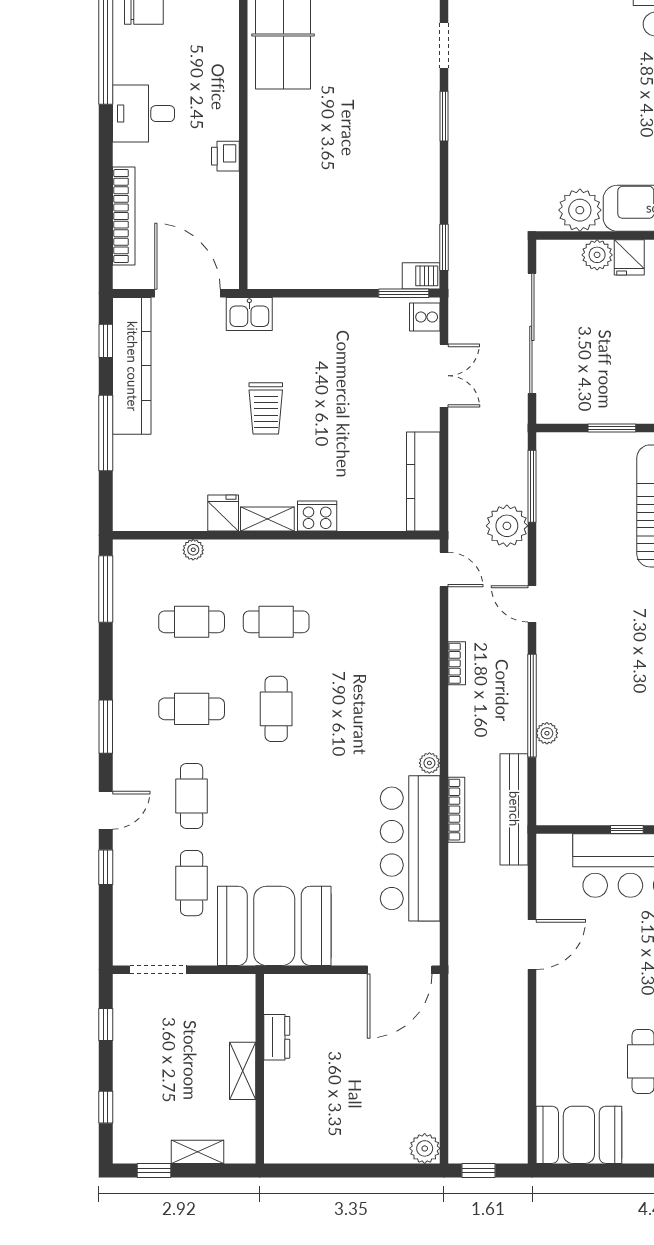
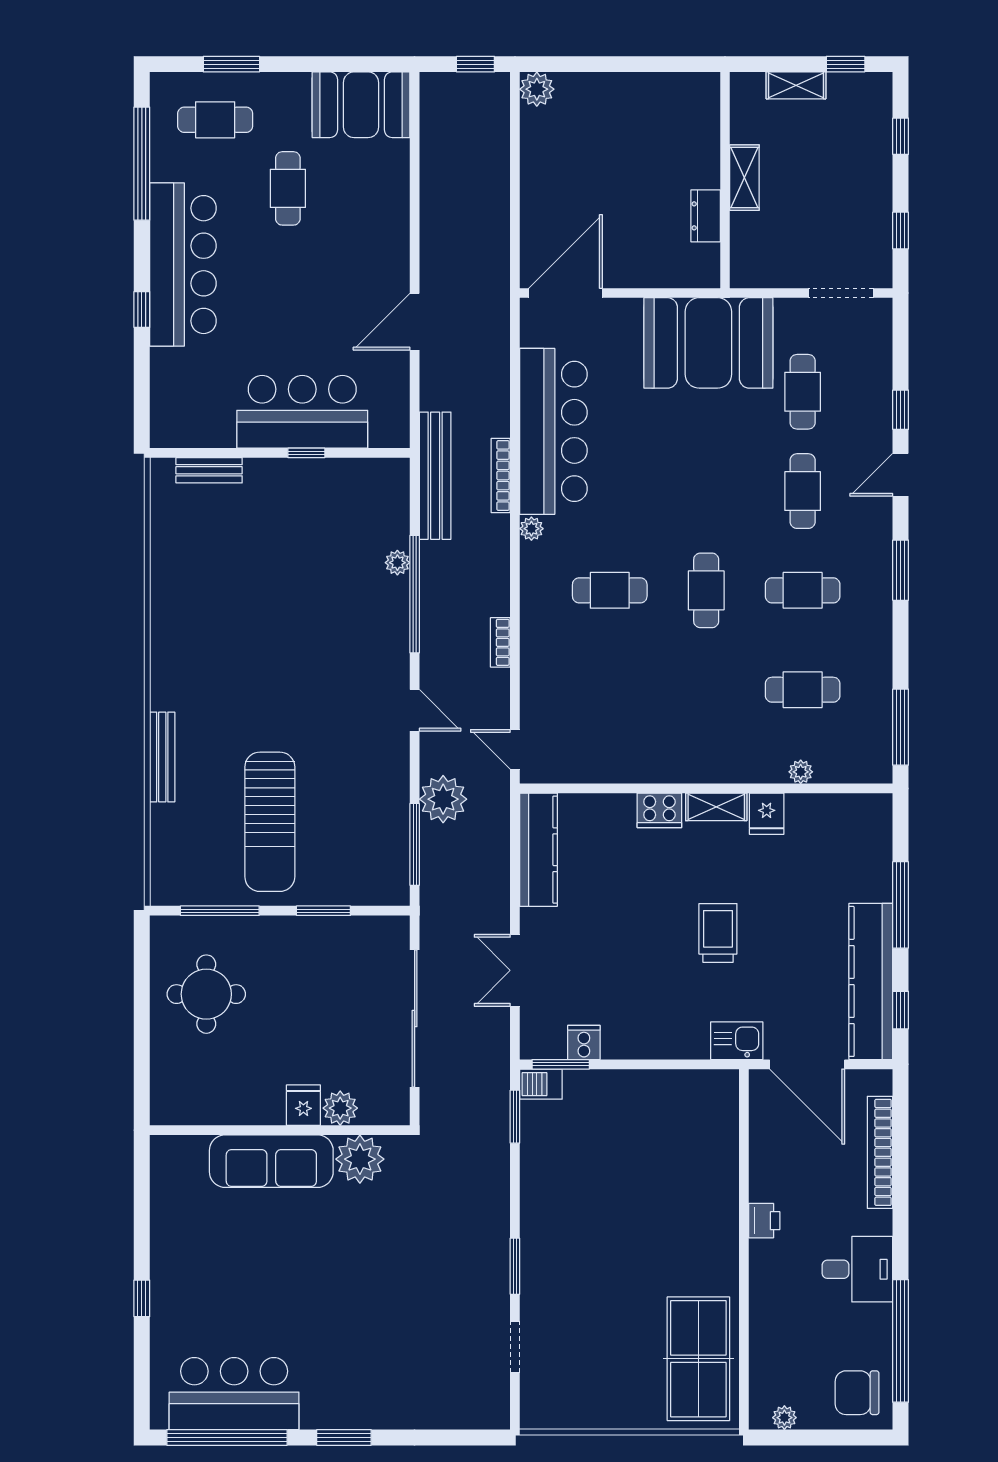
cooker: (425, 317) -> (584, 1042), moved, turned -90
cafe table: (276, 622) -> (610, 590), moved

